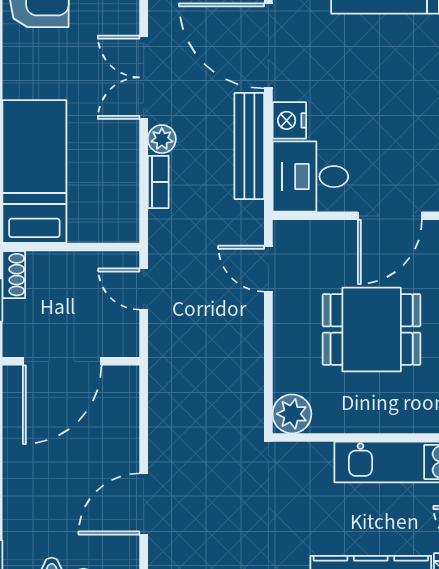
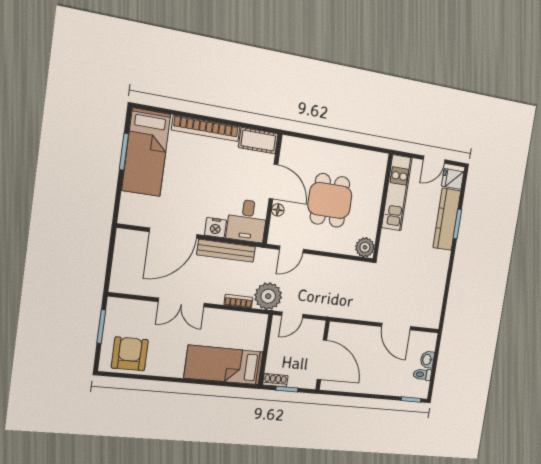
plant: (162, 139) -> (268, 296), moved, width x1.88, depth x1.88
floor lamp: (339, 232) -> (278, 210), added

